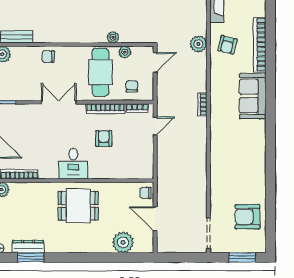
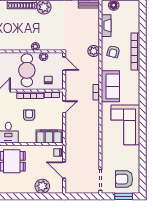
door: (155, 62) -> (64, 64), hinge flipped
sofa: (253, 96) -> (110, 86), moved, turned 180
corner sofa: (245, 152) -> (125, 125), added
filing cabinet: (133, 169) -> (49, 136), added
armchair: (248, 217) -> (124, 179), moved

